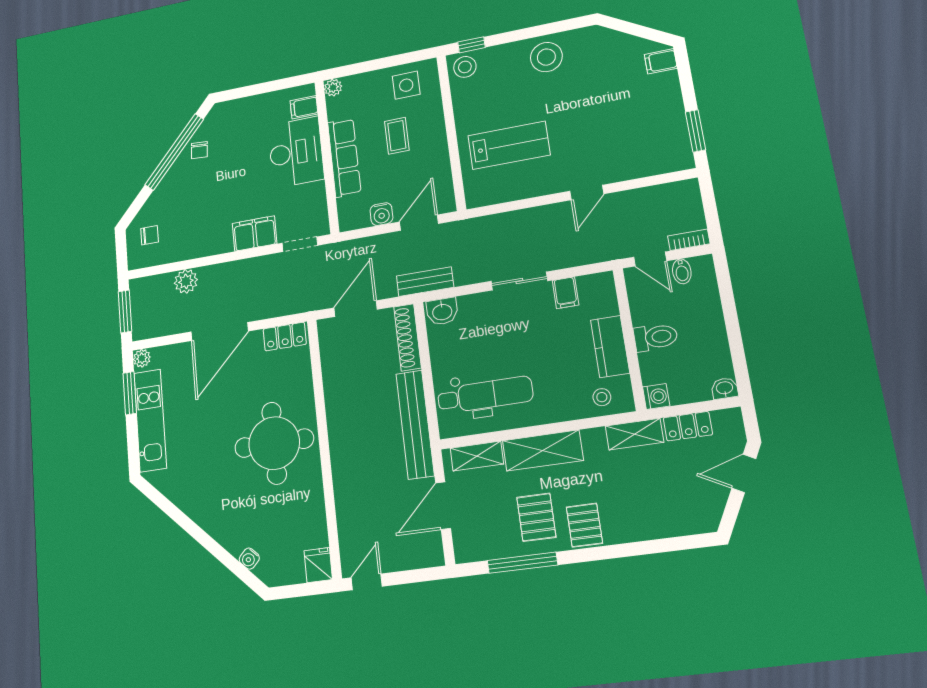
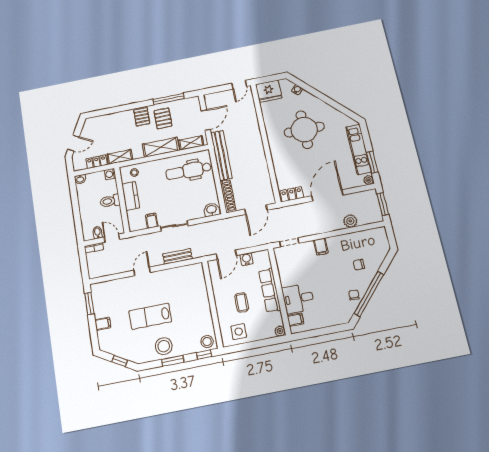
window: (632, 29) -> (120, 361), added
window: (530, 33) -> (173, 361), added
filing cabinet: (661, 61) -> (103, 324), moved
lab bench: (509, 145) -> (150, 316), moved
desk: (296, 152) -> (298, 298), width x0.73
filing cabinet: (255, 234) -> (321, 247), width x0.50
chair: (150, 235) -> (359, 265), moved
bench: (425, 282) -> (177, 256), moved
round table: (274, 443) -> (304, 130), moved
fridge: (318, 565) -> (269, 91), width x1.88, depth x1.34

